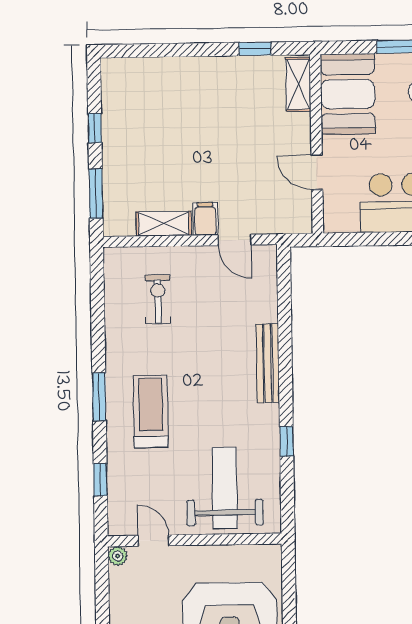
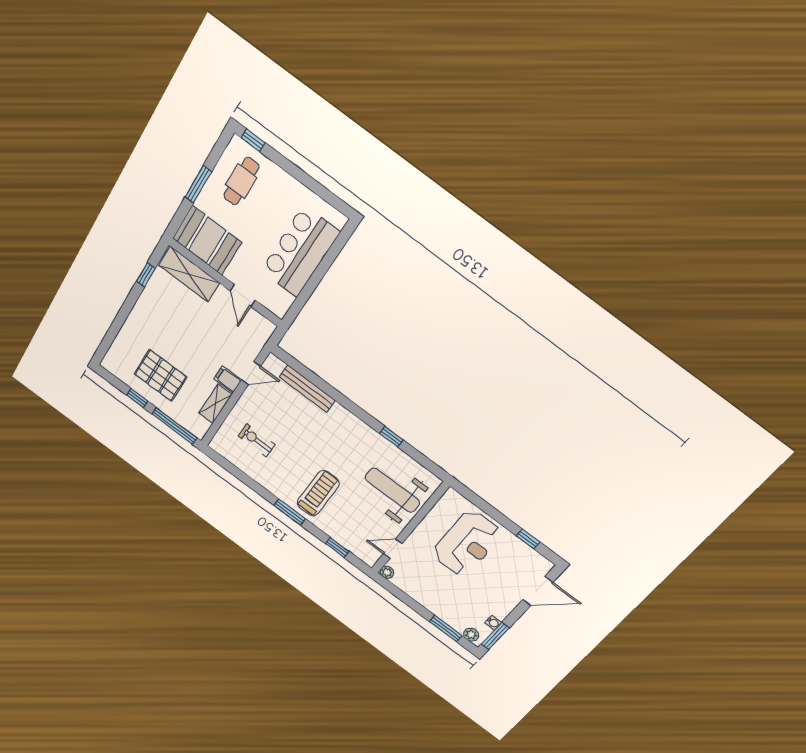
shelving: (298, 84) -> (189, 274), width x1.50, depth x1.33
pallet: (146, 139) -> (160, 375), added
door: (317, 172) -> (243, 295), hinge flipped
window: (96, 194) -> (174, 426), width x1.44
bench: (268, 363) -> (307, 389), moved
treadmill: (151, 412) -> (318, 493), turned 90

